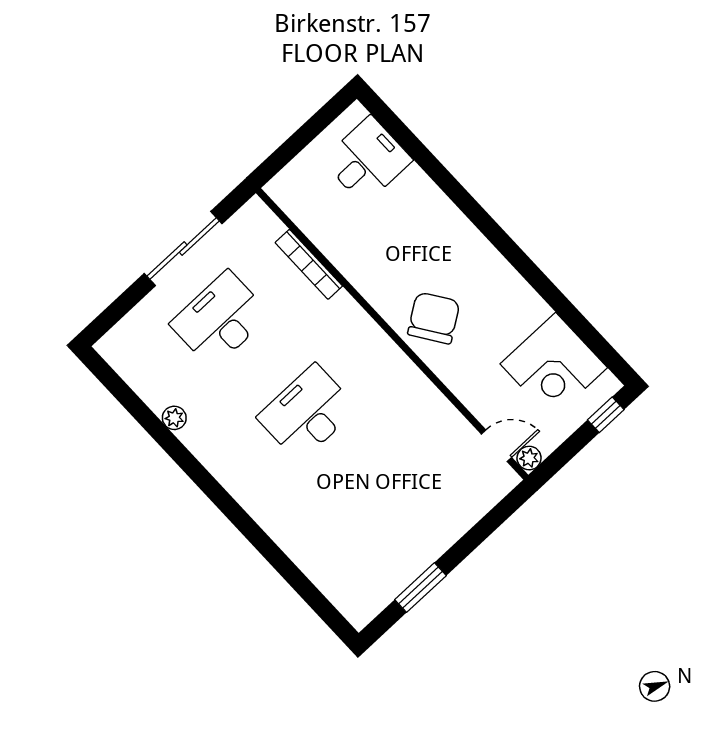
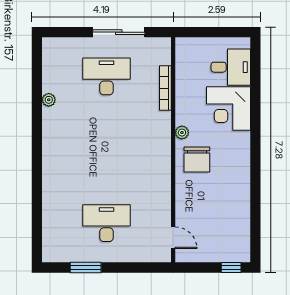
chair: (434, 318) -> (197, 159), turned 124
corner desk: (554, 366) -> (228, 109), moved
desk: (307, 413) -> (107, 223), moved
plant: (529, 458) -> (182, 133), moved

